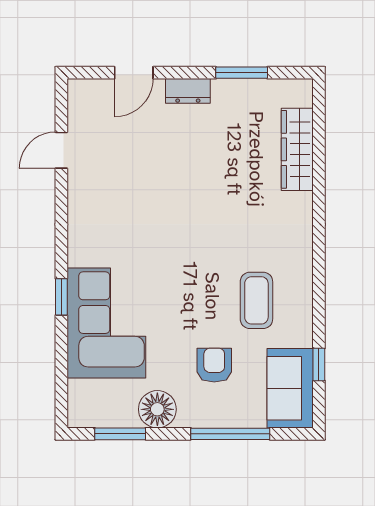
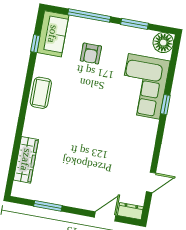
dresser: (188, 91) -> (130, 211), moved
coffee table: (256, 300) -> (41, 93), moved
floor lamp: (157, 409) -> (163, 43), moved
window: (120, 434) -> (134, 24), moved

